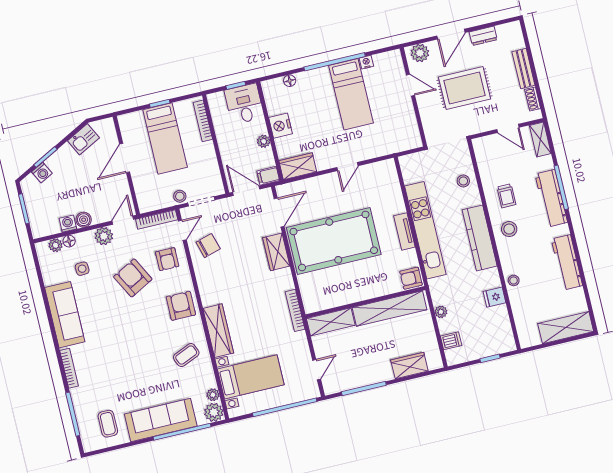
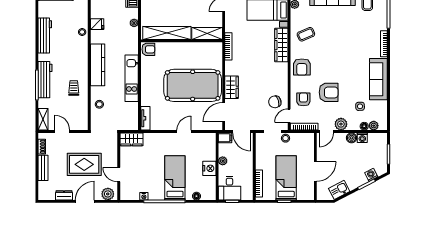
bed: (351, 94) -> (175, 178), moved
wardrobe: (298, 166) -> (131, 139), moved
door: (347, 167) -> (184, 131), moved
stool: (509, 229) -> (77, 66), removed
kitchen unit: (425, 230) -> (132, 78), width x0.73
tv unit: (404, 231) -> (145, 118), moved
armchair: (133, 278) -> (329, 92), turned -62

